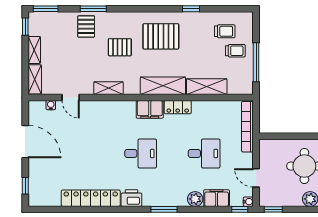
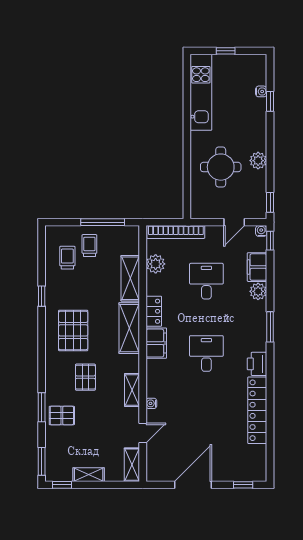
shelving: (35, 79) -> (132, 465), moved, turned 90
water cooler: (51, 105) -> (151, 403), moved
plant: (219, 109) -> (156, 264), added

